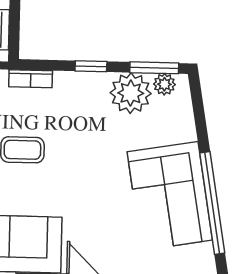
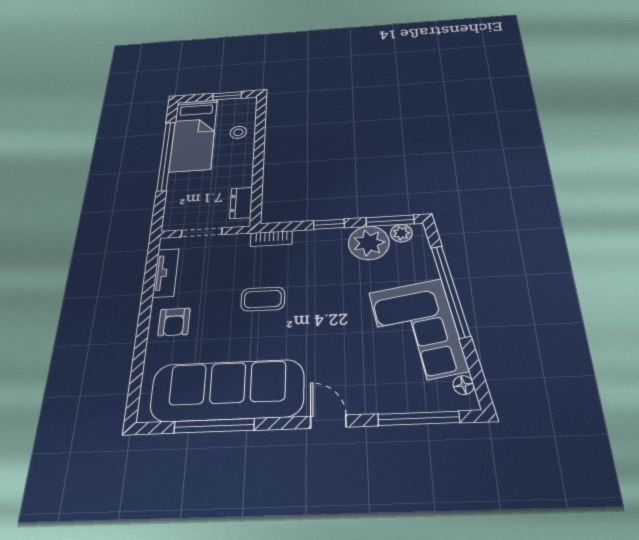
window: (212, 203) -> (450, 291), moved
floor lamp: (205, 253) -> (463, 385), added

